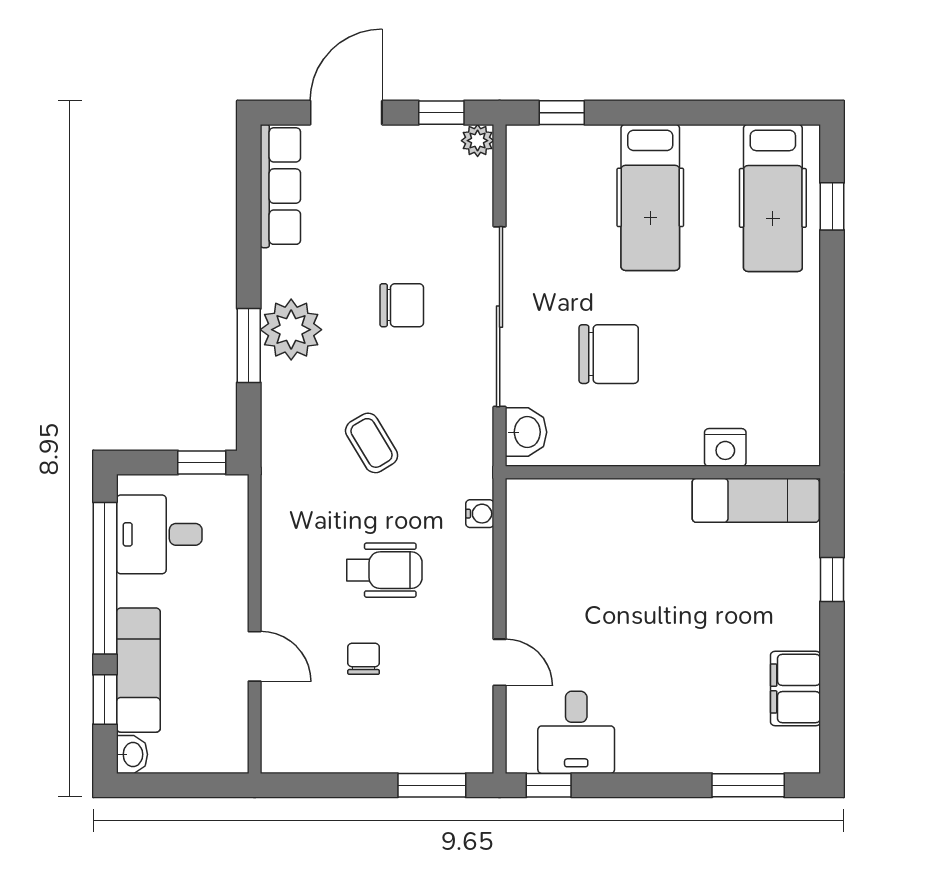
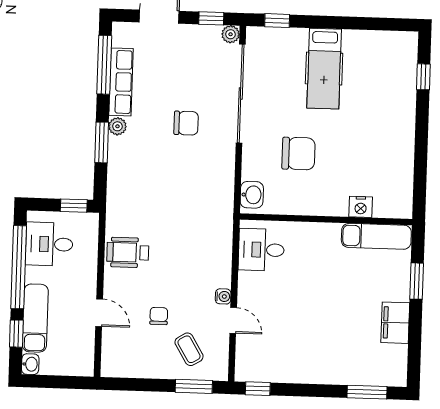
row of seats: (280, 186) -> (121, 82), moved
hospital bed: (773, 198) -> (391, 71), removed
window: (249, 204) -> (104, 65), added
sliding door: (500, 317) -> (241, 93), moved
plant: (291, 330) -> (117, 126), width x0.53, depth x0.53
coffee table: (372, 443) -> (189, 349), moved
water cooler: (480, 514) -> (223, 296), moved
wheelchair: (384, 570) -> (128, 252), moved, turned 180
window: (832, 580) -> (417, 281), width x1.50
filing cabinet: (795, 689) -> (395, 323), moved
desk: (576, 732) -> (261, 250), moved, turned 90

